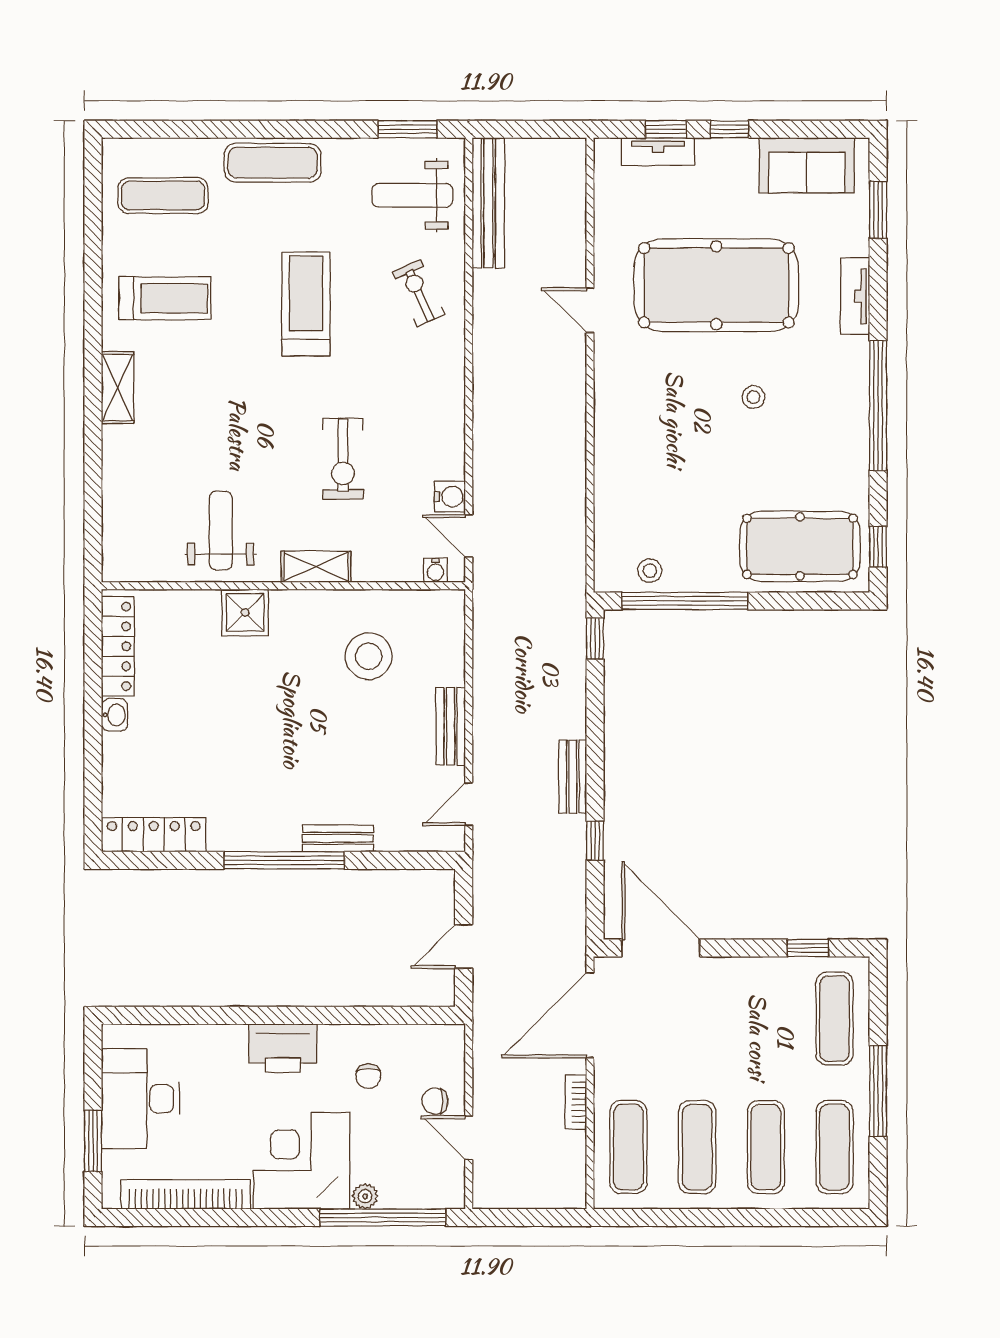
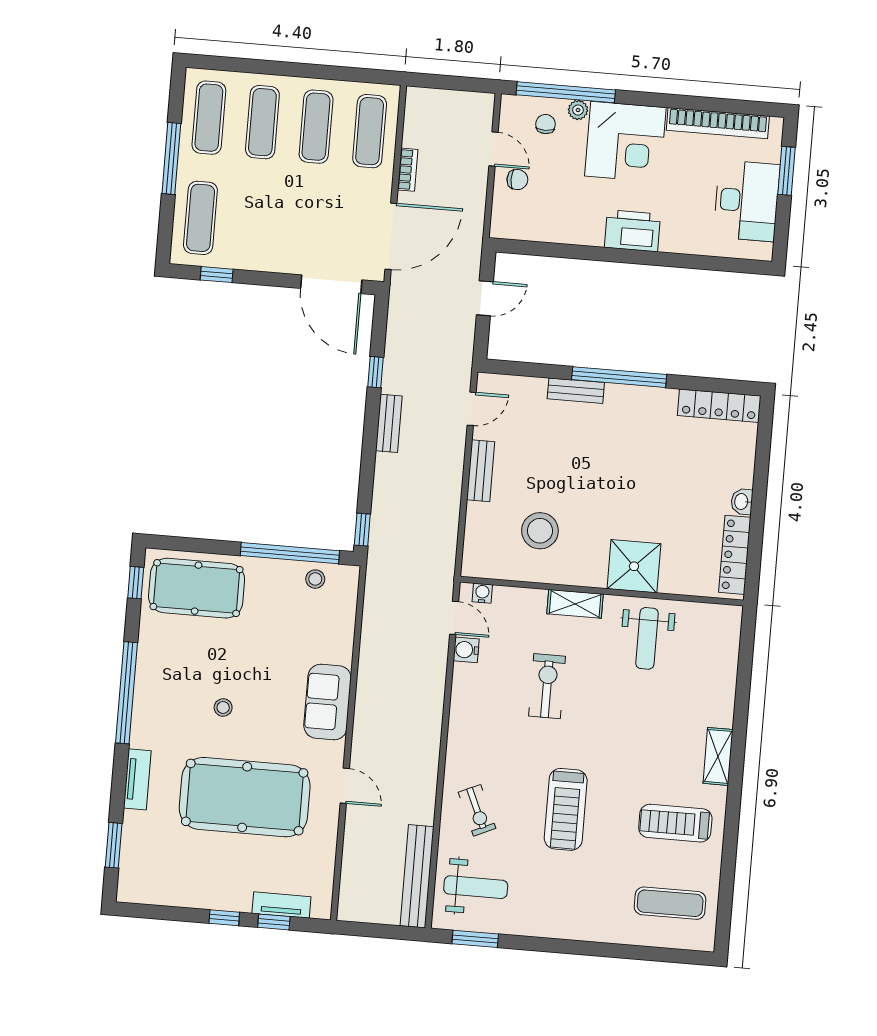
exercise mat: (273, 163) -> (582, 922), removed
sofa: (807, 165) -> (328, 702), moved, turned -90
shower: (245, 612) -> (634, 566), width x1.36, depth x1.36
chair: (368, 1076) -> (545, 124), moved

